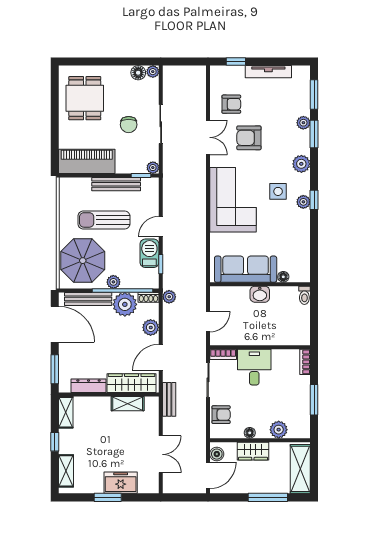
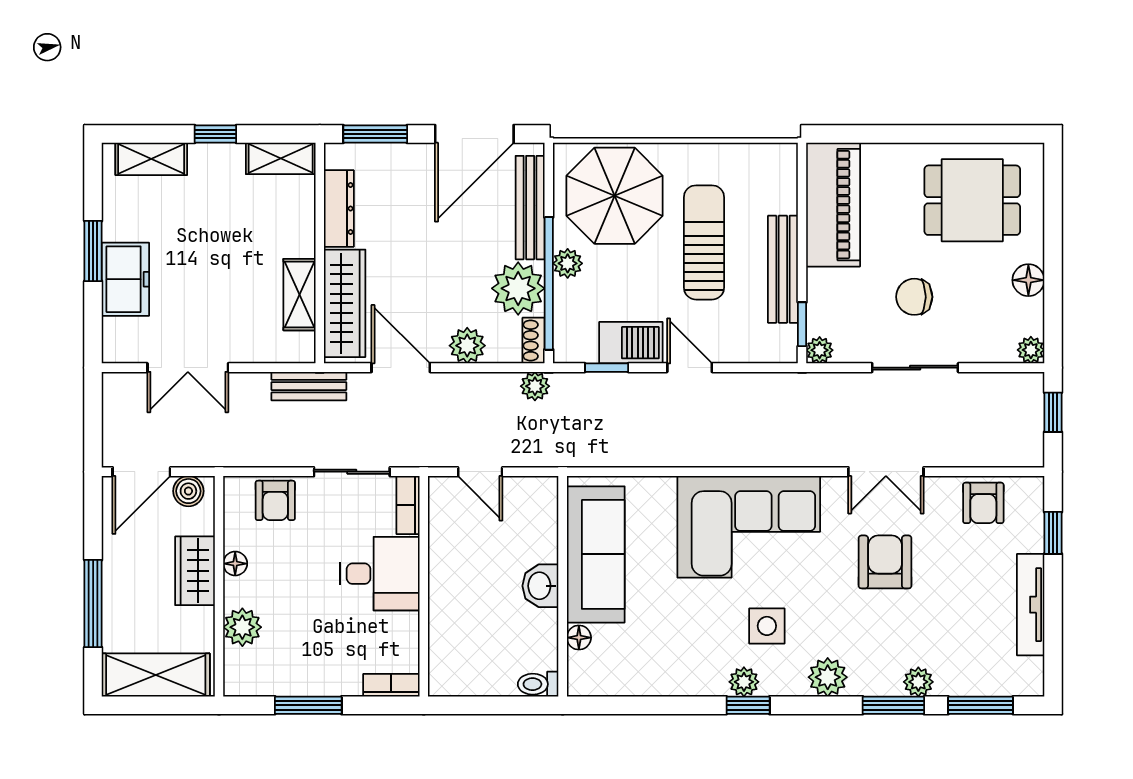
window: (181, 62) -> (1053, 412), added
floor lamp: (138, 73) -> (1028, 280), moved
armchair: (231, 104) -> (983, 503), moved
door: (208, 475) -> (141, 472), hinge flipped

